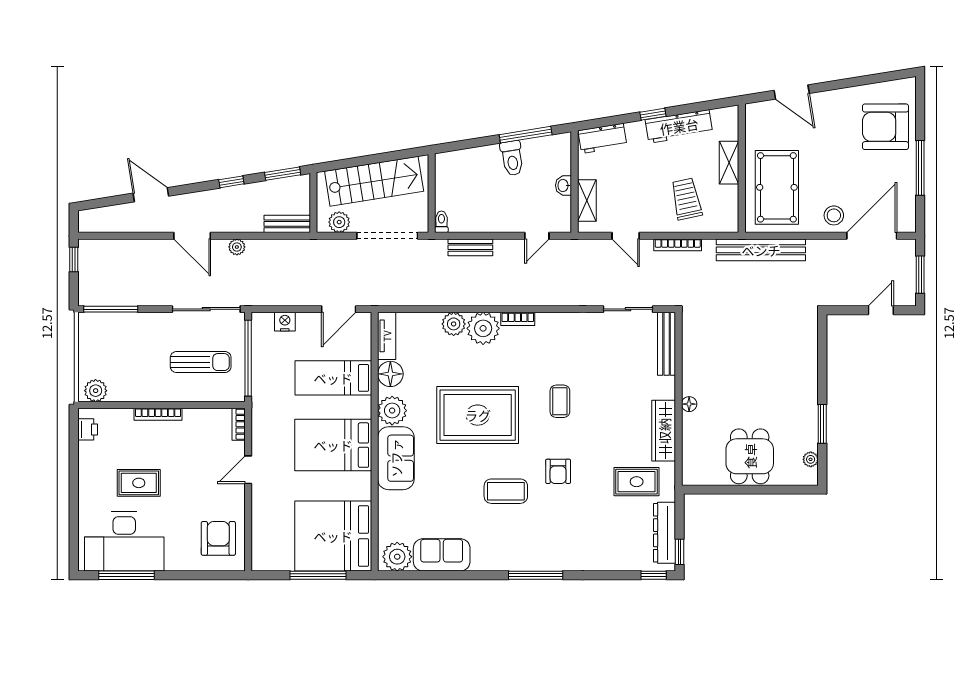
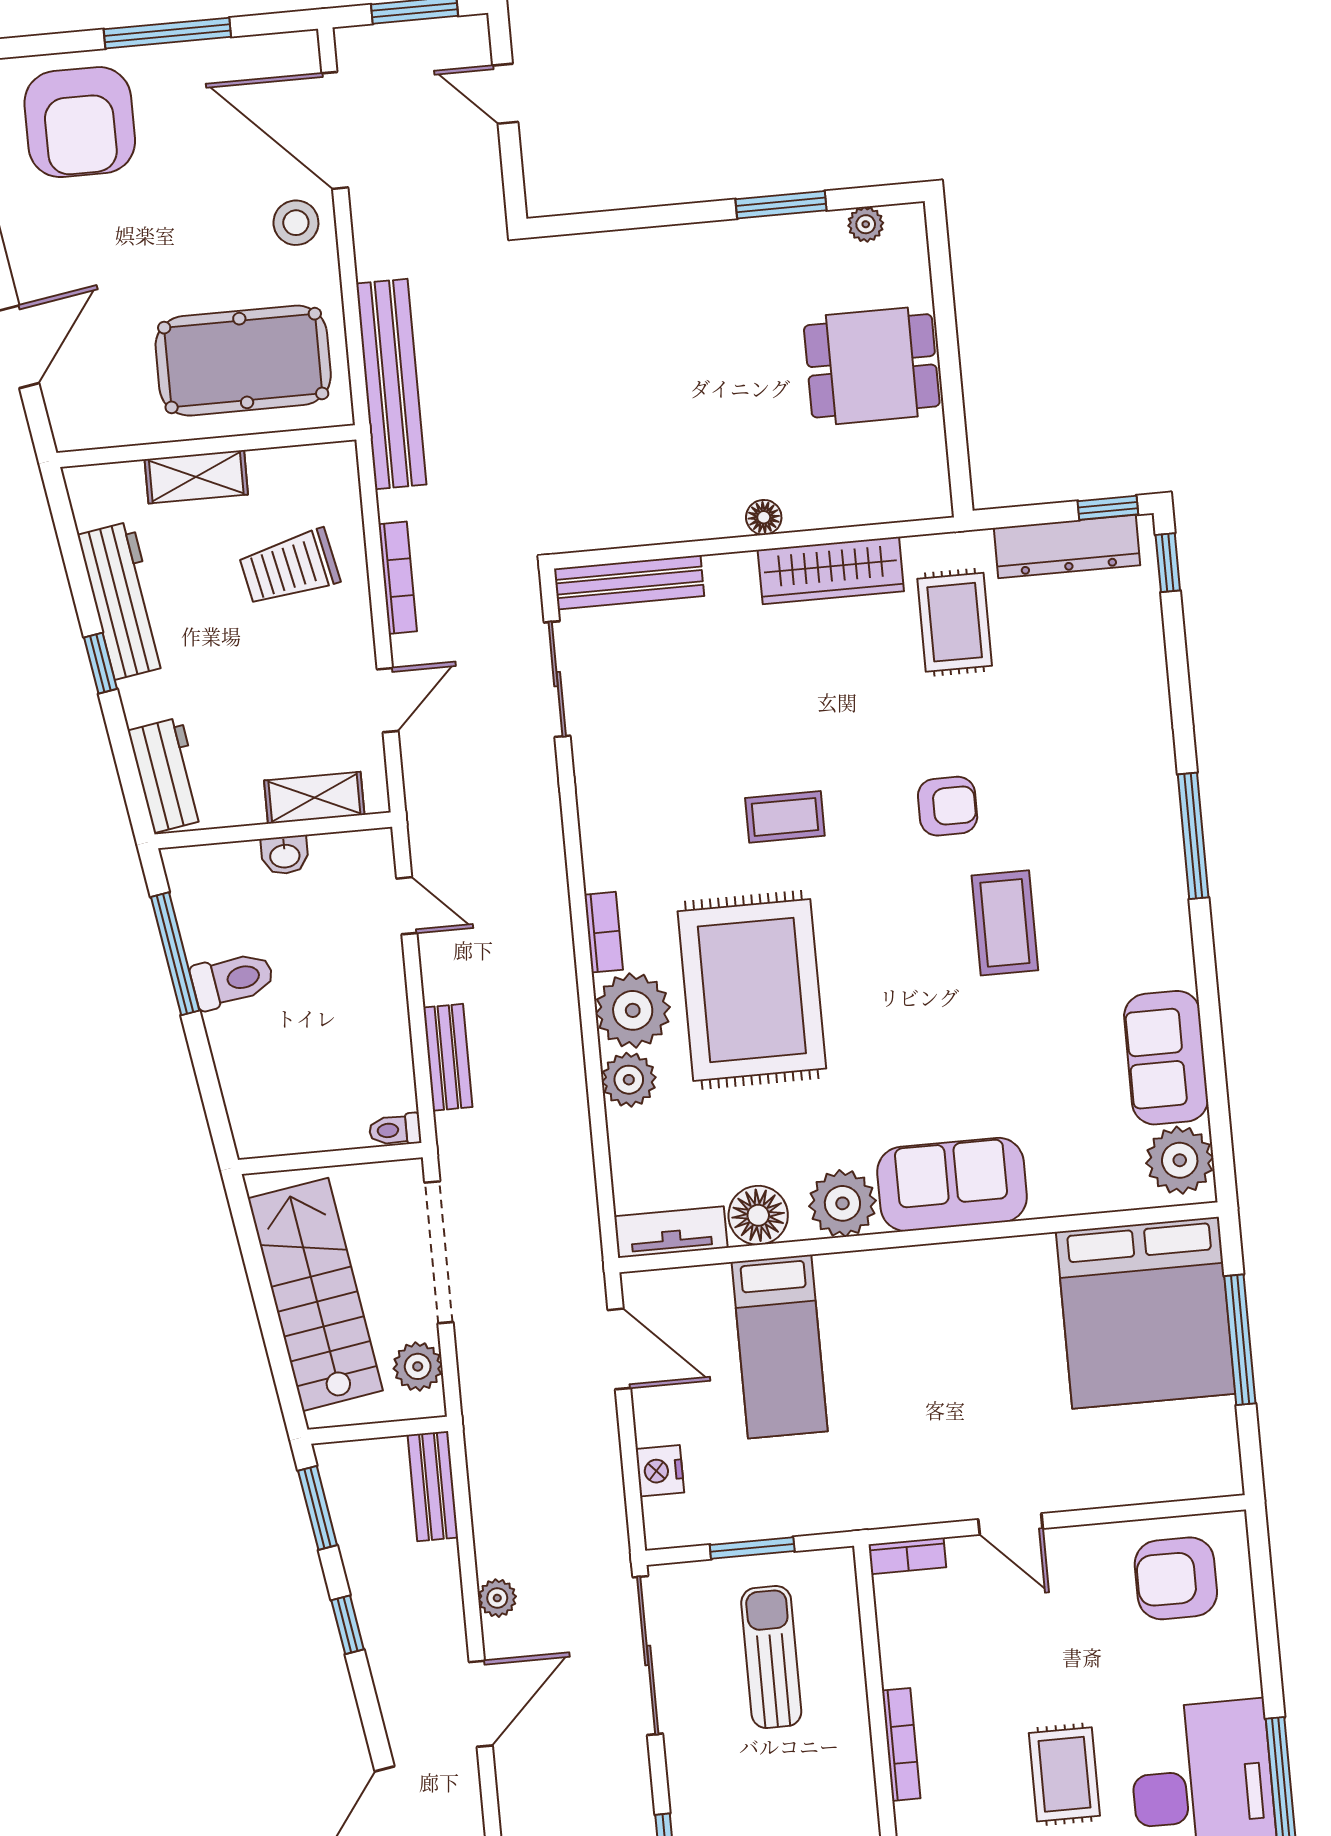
window: (248, 358) -> (752, 1548), width x0.47
rug: (478, 415) -> (752, 990), moved
bed: (333, 445) -> (935, 1332), removed

